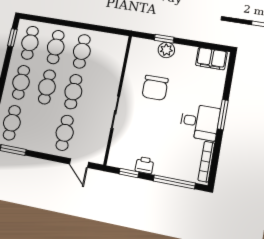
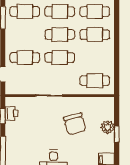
window: (164, 39) -> (117, 134), moved
cafe table: (82, 51) -> (95, 81), moved
chair: (155, 88) -> (75, 124), turned -106
printer: (144, 165) -> (11, 114), moved

